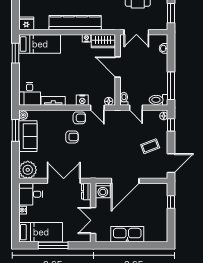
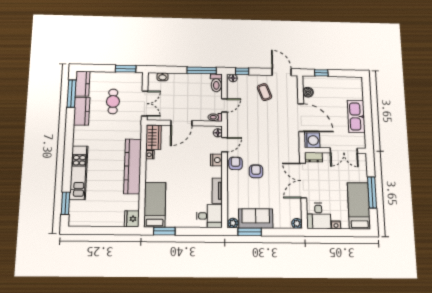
plant: (28, 170) -> (297, 223), width x0.53, depth x0.53
boiler: (151, 188) -> (308, 92), added

